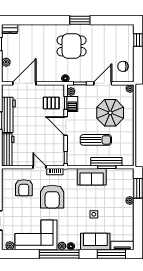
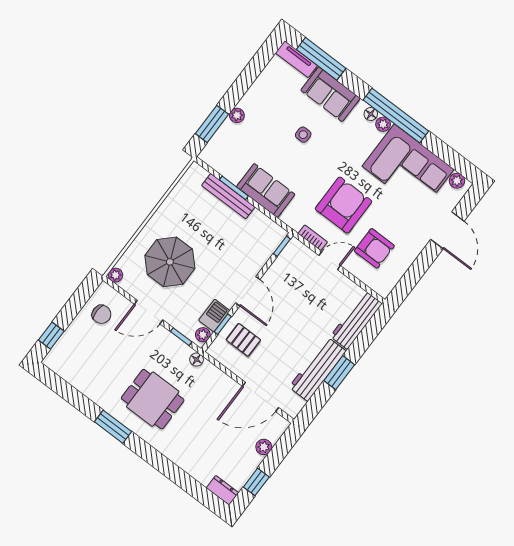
sun lounger: (96, 140) -> (220, 239), removed
door: (40, 167) -> (330, 261), swing flipped
armchair: (24, 188) -> (374, 248), turned 90

